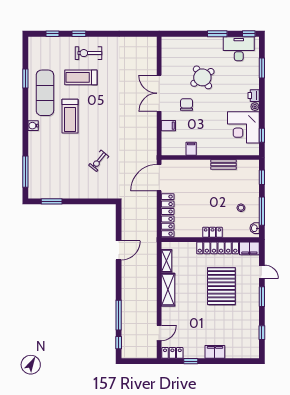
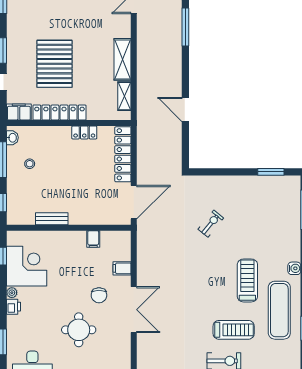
round table: (202, 77) -> (79, 330), turned 35
locker: (212, 232) -> (84, 133), moved
door: (119, 250) -> (185, 110), hinge flipped

